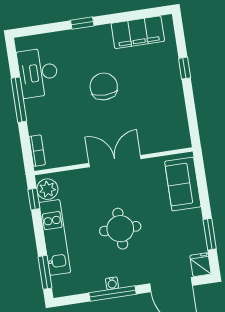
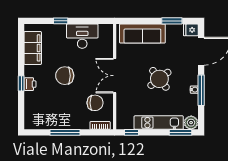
printer: (83, 36) -> (30, 84), added
desk: (38, 73) -> (82, 36), moved, turned 180
chair: (70, 138) -> (95, 103), added
sofa: (183, 184) -> (142, 34), width x1.36
plant: (47, 189) -> (191, 123), moved
round table: (120, 229) -> (159, 79), turned -38

